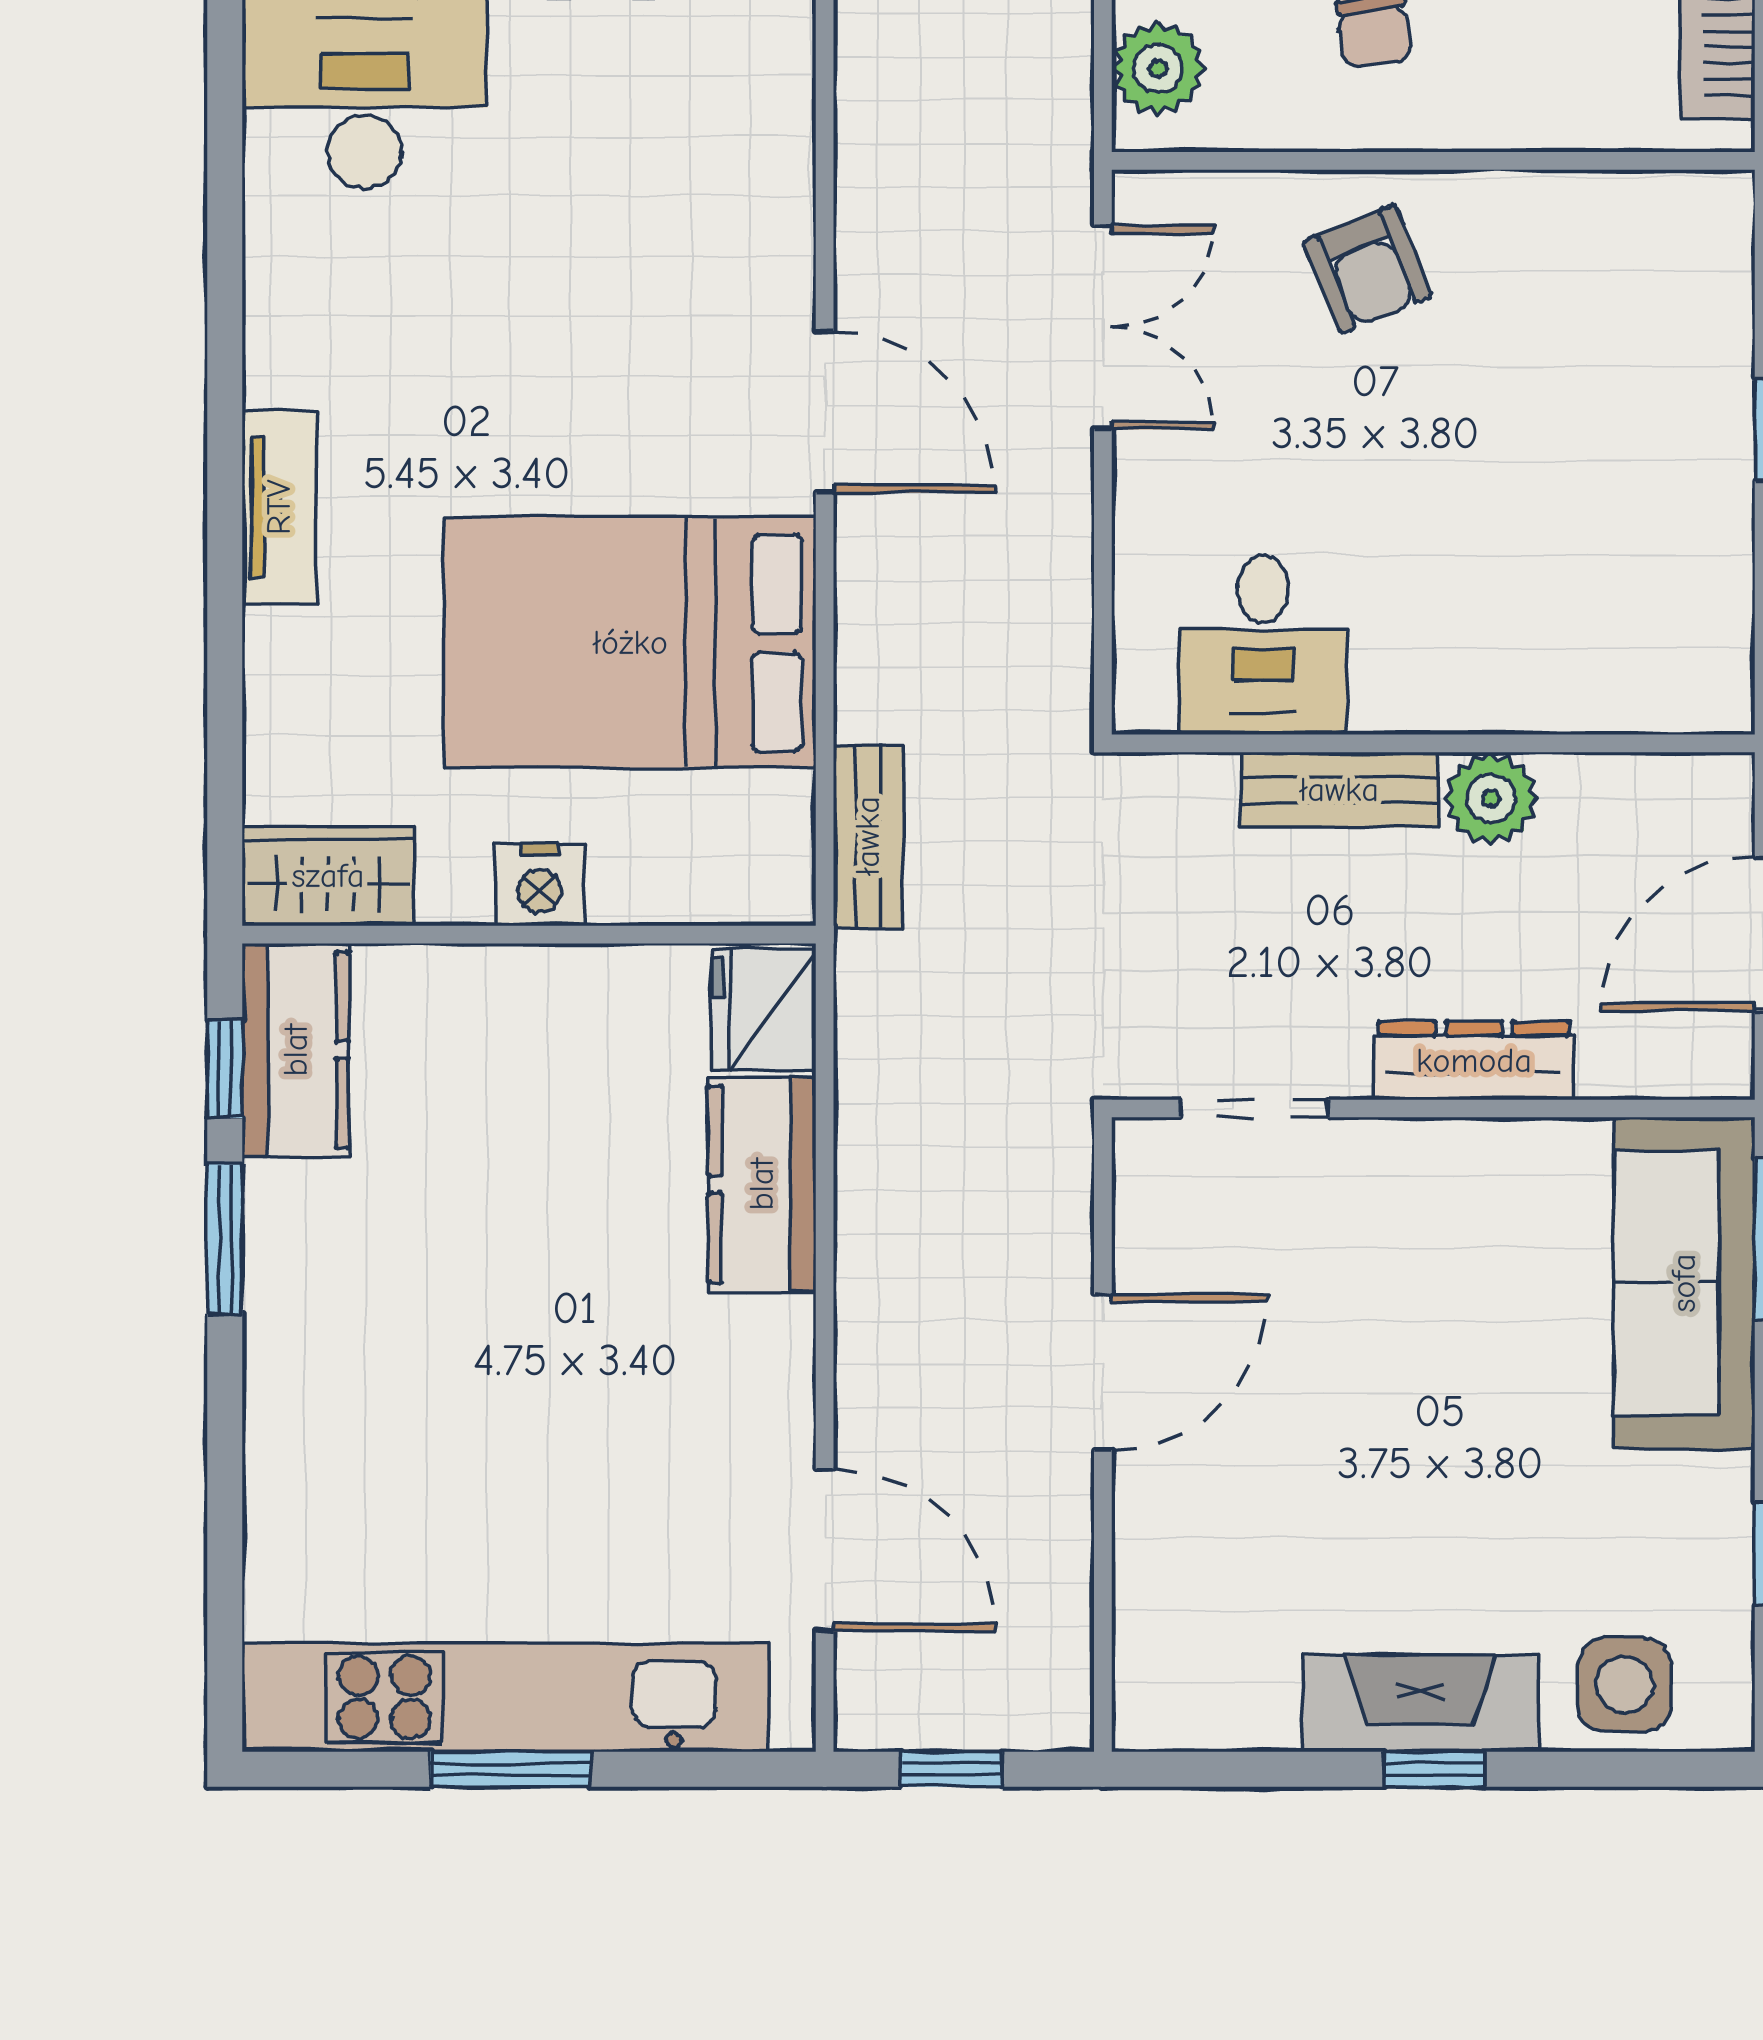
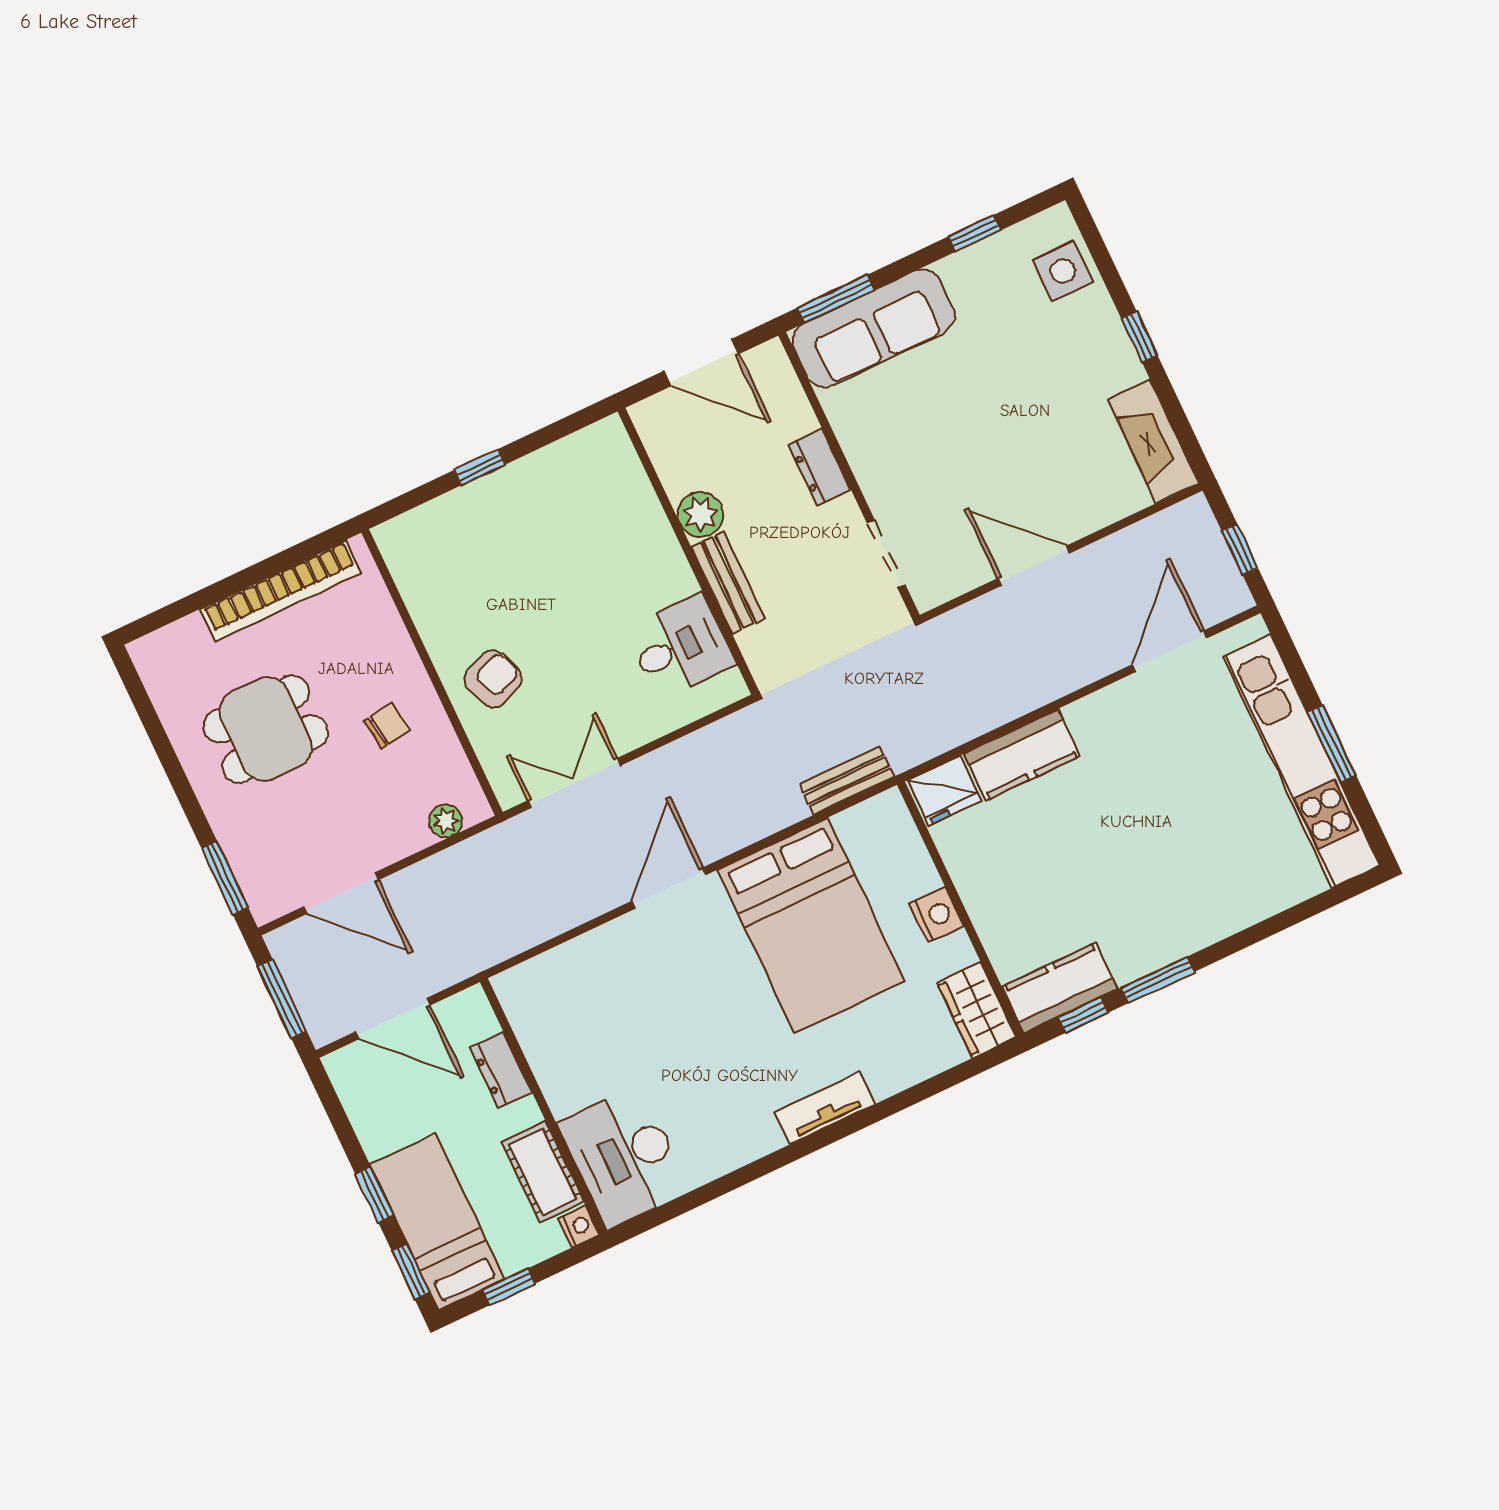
plant: (1158, 68) -> (446, 821), width x0.73, depth x0.73
dresser: (1474, 1061) -> (819, 467), width x0.70
fireplace: (1420, 1703) -> (1153, 441), moved

